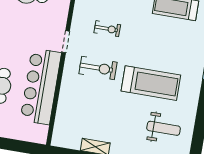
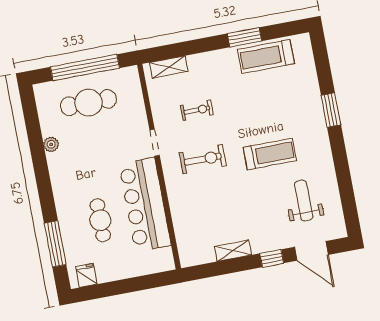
treadmill: (151, 83) -> (270, 154), width x0.73, depth x0.73
weight bench: (164, 128) -> (304, 201), turned -90

